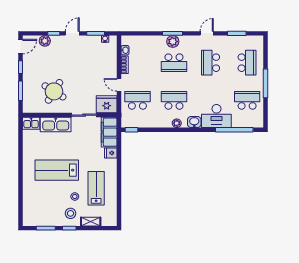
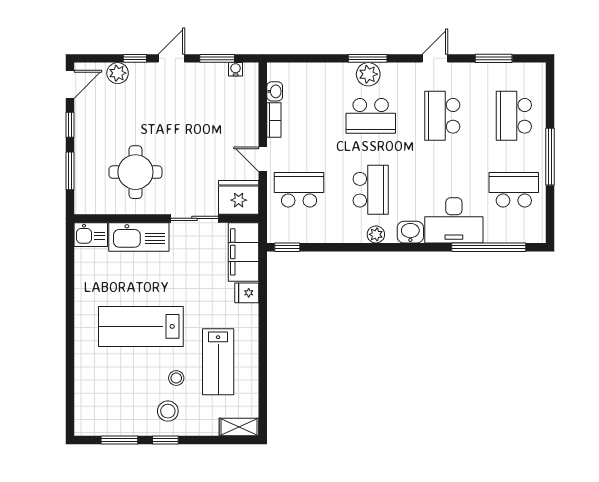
school desk: (247, 63) -> (514, 116), turned 180
round table: (54, 91) -> (135, 172), turned -32
school desk: (174, 100) -> (371, 190), turned 90
lab bench: (96, 188) -> (218, 362), turned 180
shelving: (91, 222) -> (239, 427), moved

